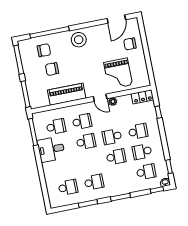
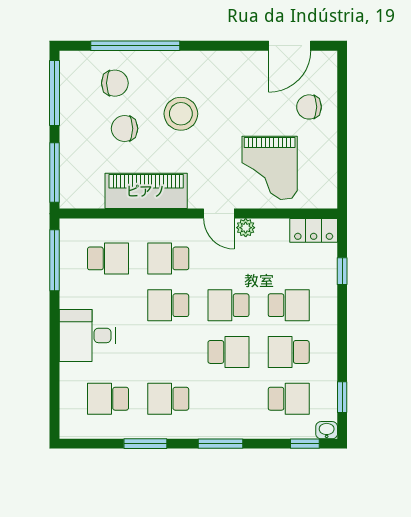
stool: (79, 40) -> (181, 114), moved
school desk: (82, 121) -> (168, 258), turned 180
school desk: (86, 142) -> (168, 305), turned 180
desk: (51, 149) -> (87, 335), moved
school desk: (94, 182) -> (168, 399), turned 180
school desk: (68, 187) -> (108, 399), turned 180

